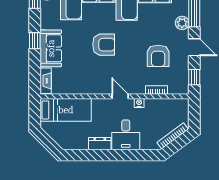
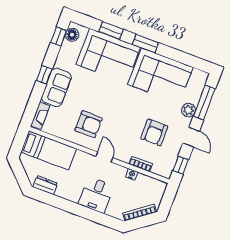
armchair: (104, 45) -> (89, 124), moved
nightstand: (139, 103) -> (132, 174), moved
dresser: (100, 144) -> (45, 185), moved

